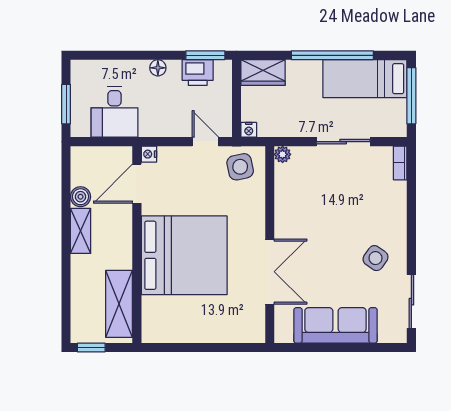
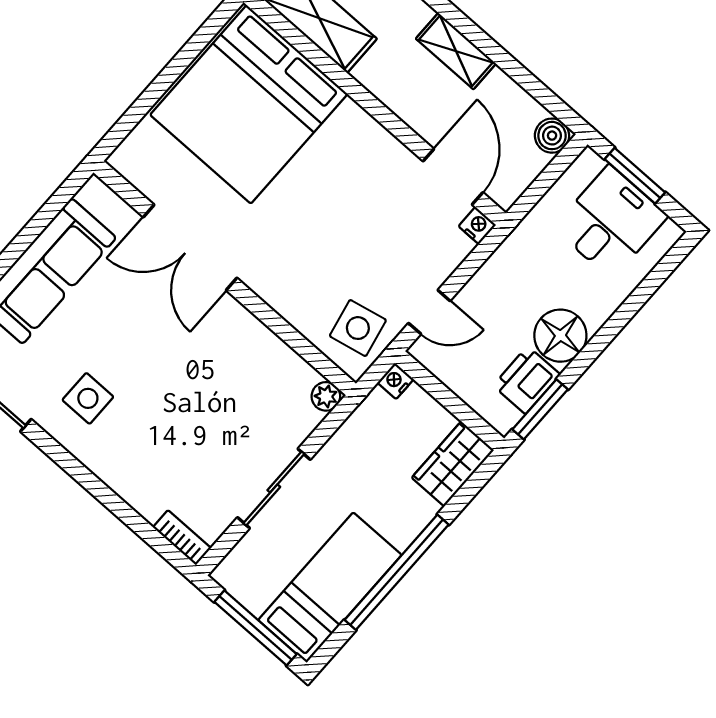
floor lamp: (158, 68) -> (560, 336), width x1.89, depth x1.89
desk: (114, 112) -> (610, 222), moved, turned 90
boiler: (80, 197) -> (552, 136), moved
bed: (184, 255) -> (249, 104), moved
side table: (375, 258) -> (88, 398), turned -35

